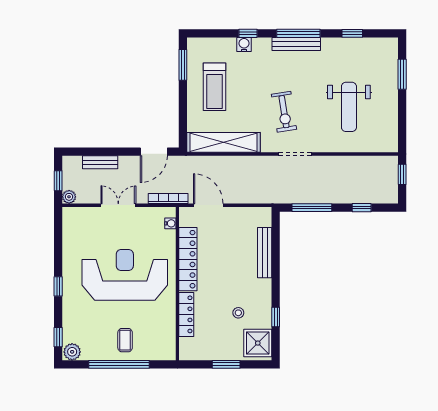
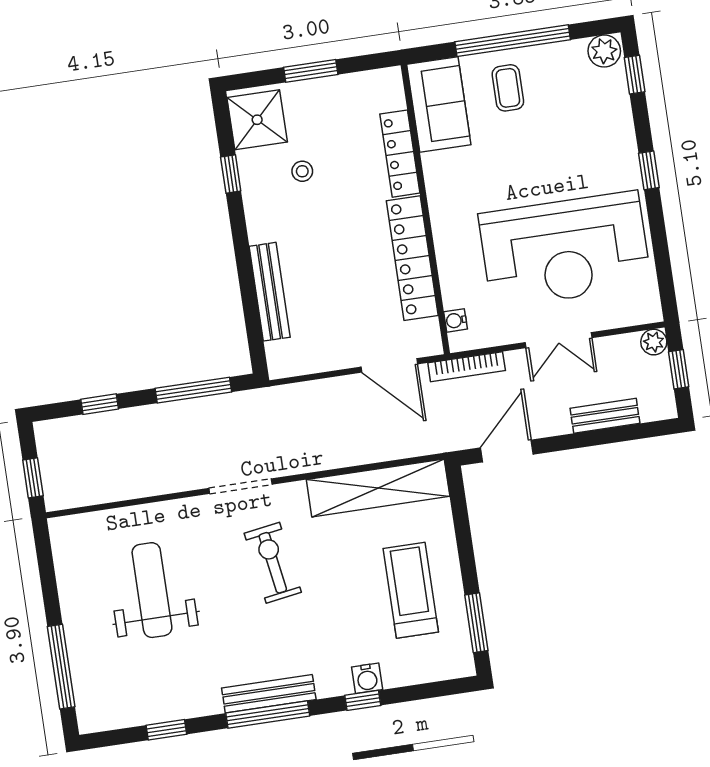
window: (402, 74) -> (61, 667), width x1.44
reception desk: (125, 275) -> (565, 250), moved
sofa: (162, 337) -> (439, 105), added

